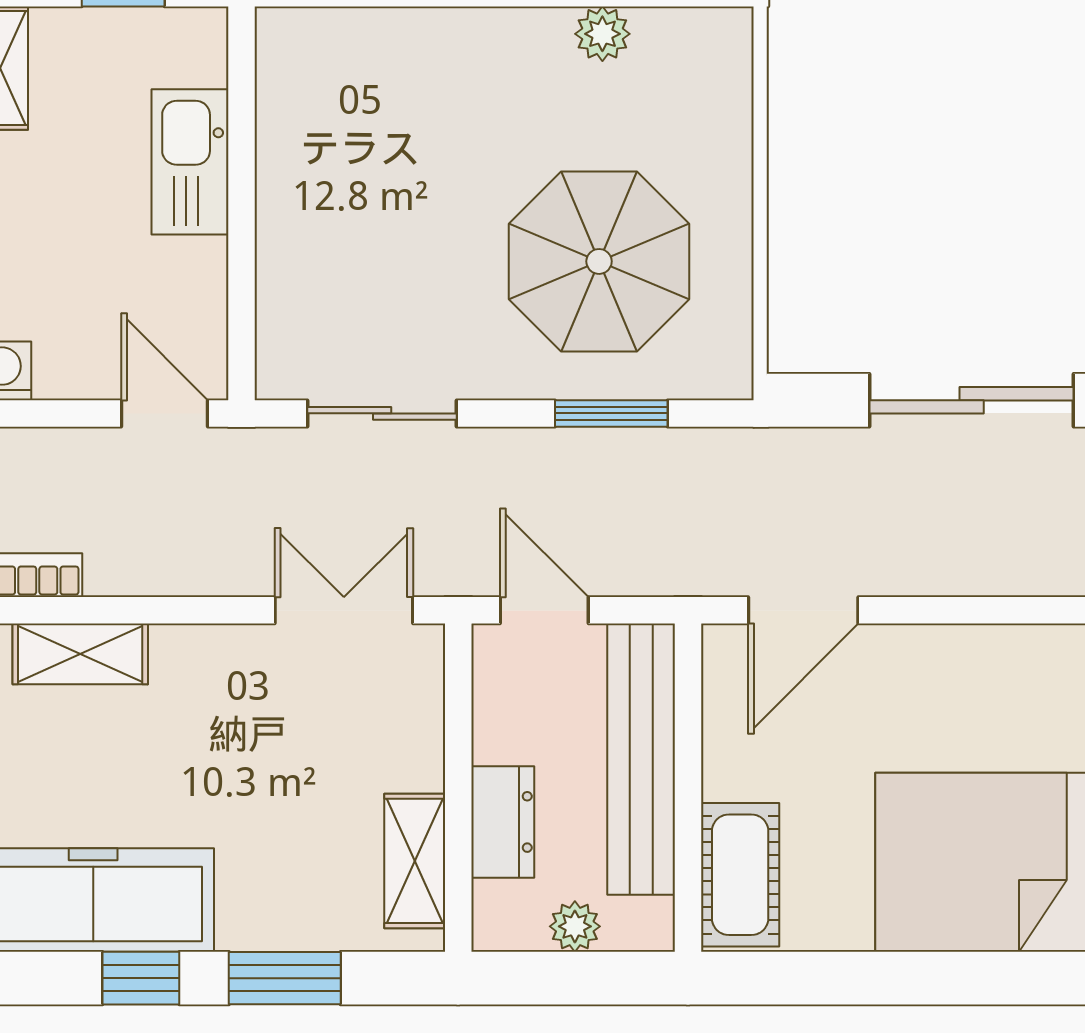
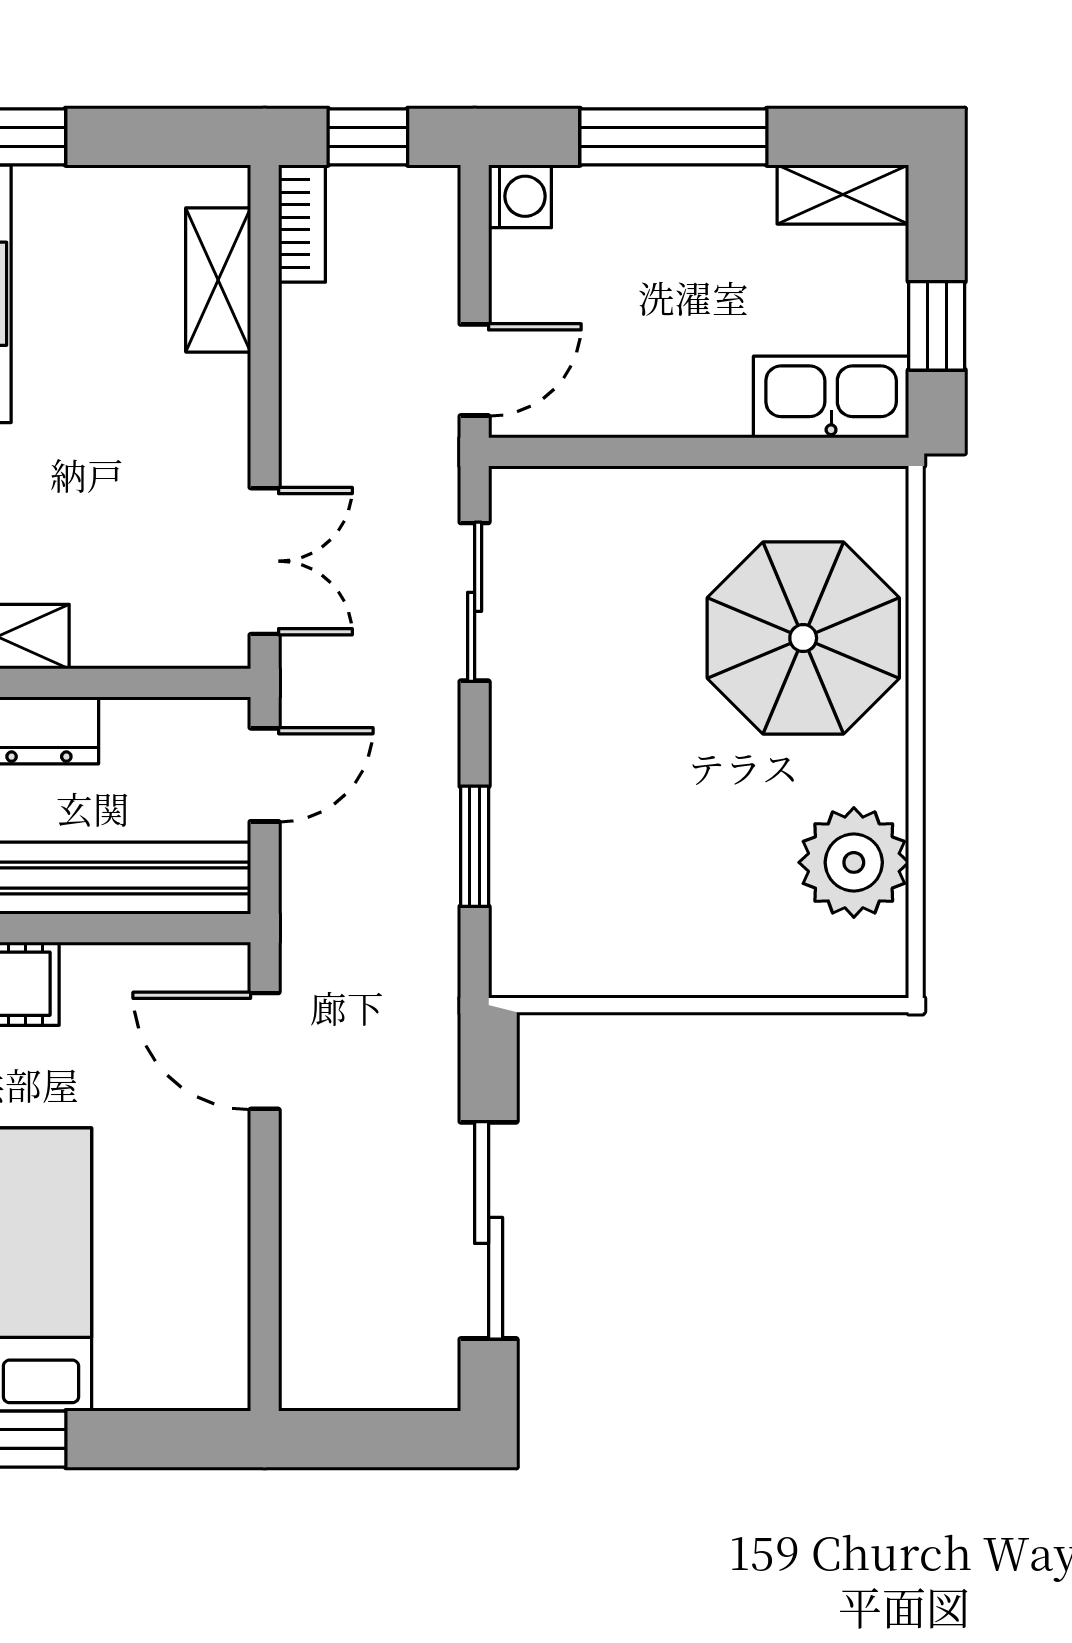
plant: (602, 34) -> (854, 862), width x1.88, depth x1.88
kitchen sink: (190, 162) -> (831, 397), moved
parasol: (599, 261) -> (803, 638), moved

